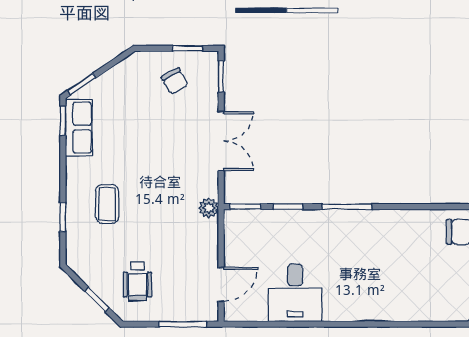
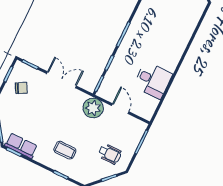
plant: (209, 208) -> (93, 108), width x1.87, depth x1.87
door: (221, 284) -> (120, 109), moved

